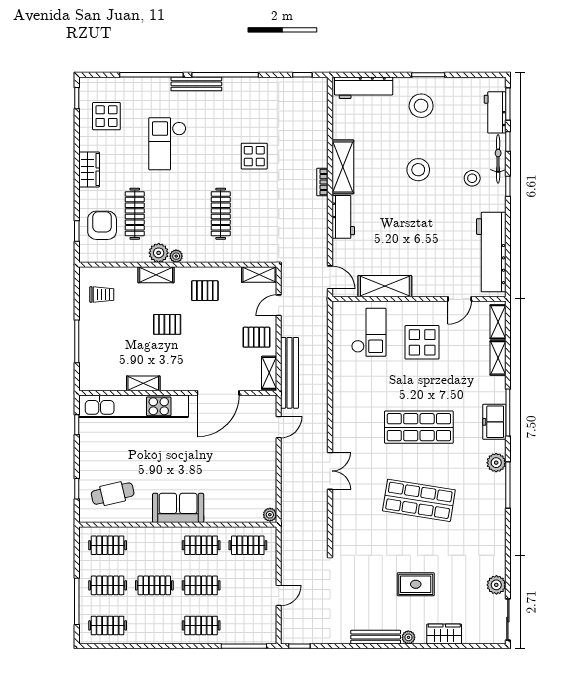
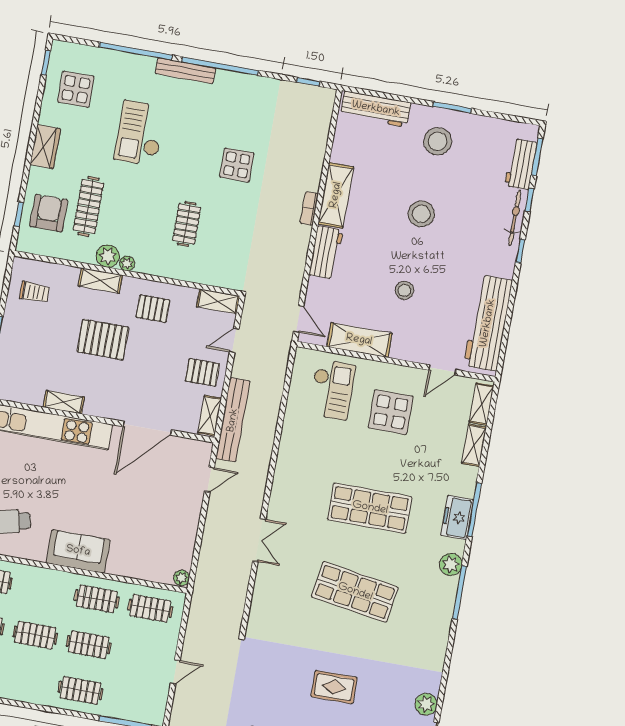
stool: (472, 178) -> (404, 290), moved
clothes rail: (221, 214) -> (187, 224), width x0.73
pallet: (167, 324) -> (103, 340), width x1.50, depth x1.42

